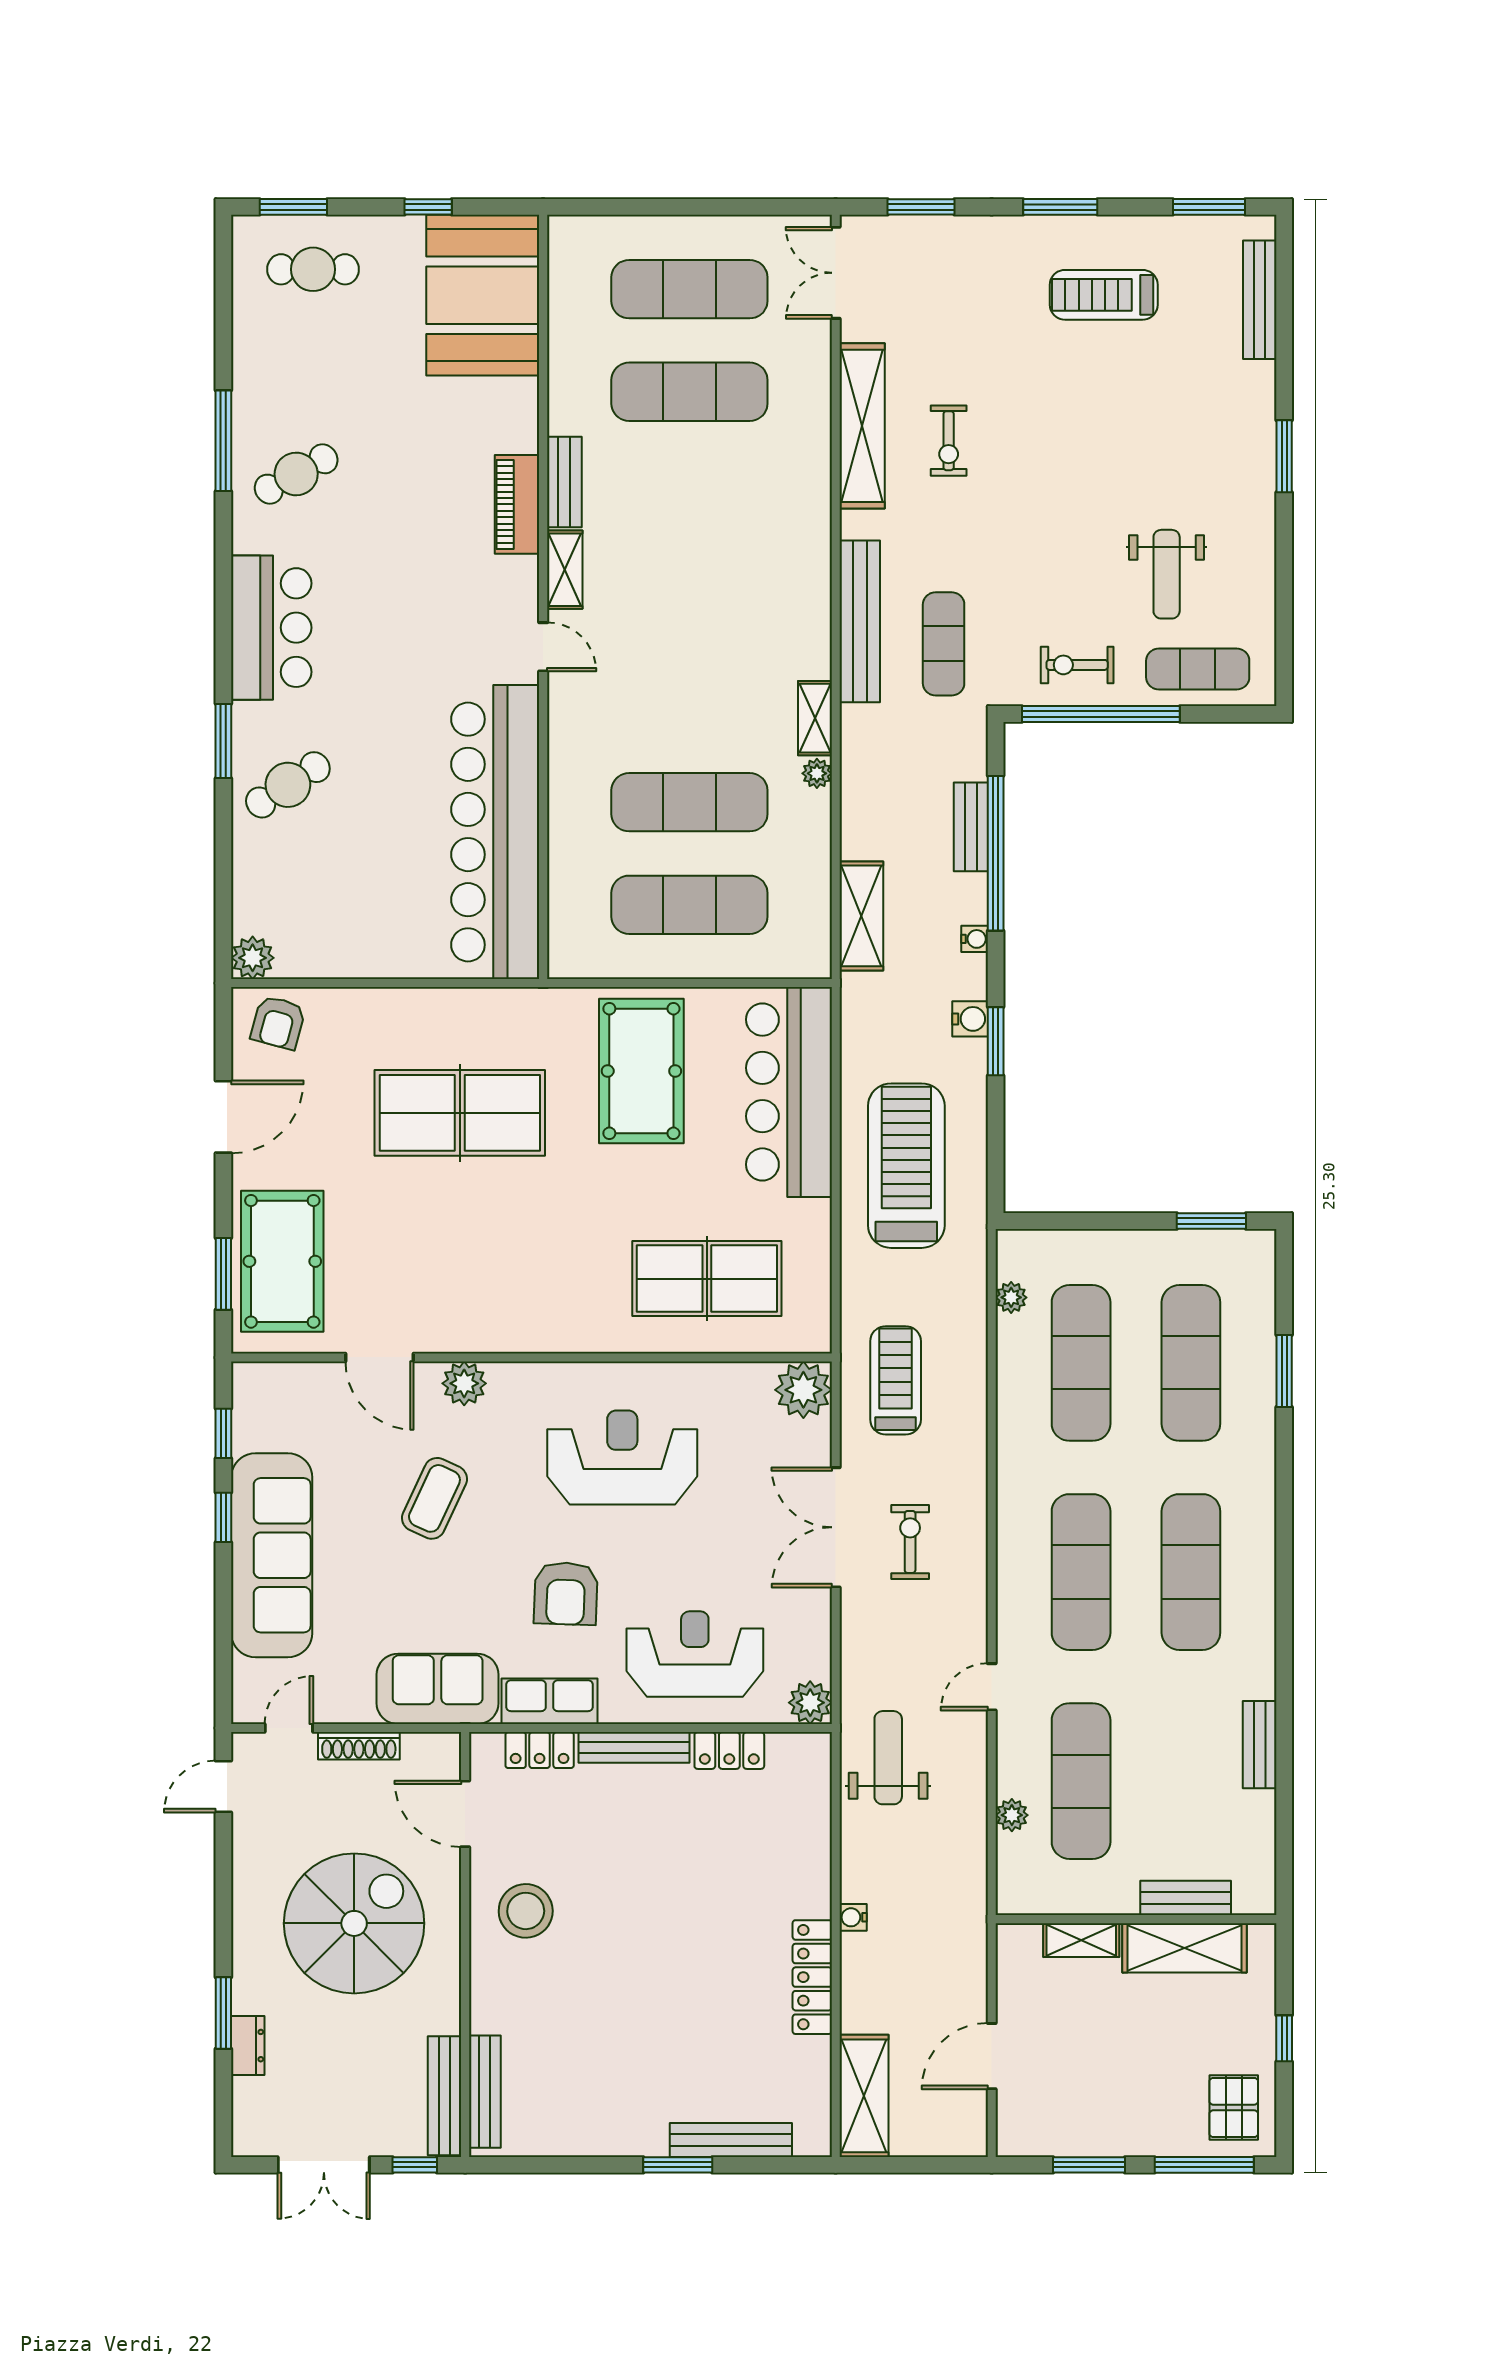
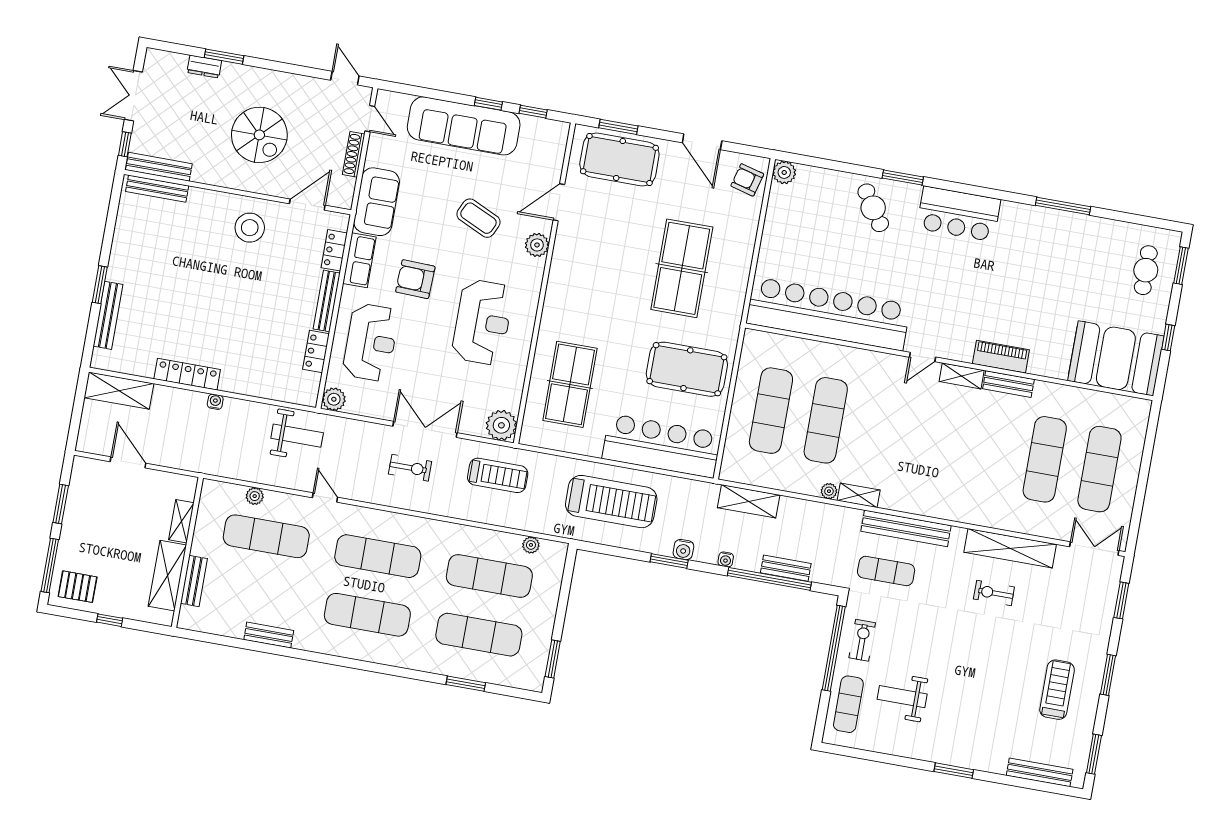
cafe table: (296, 474) -> (1038, 242), removed
spiral stairs: (354, 1923) -> (259, 135), width x0.73, depth x0.73

